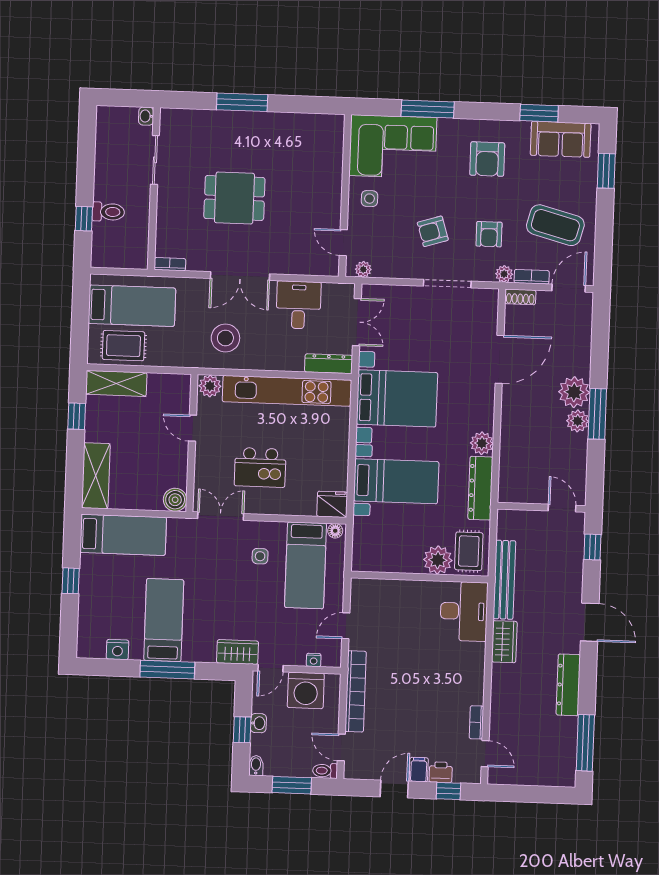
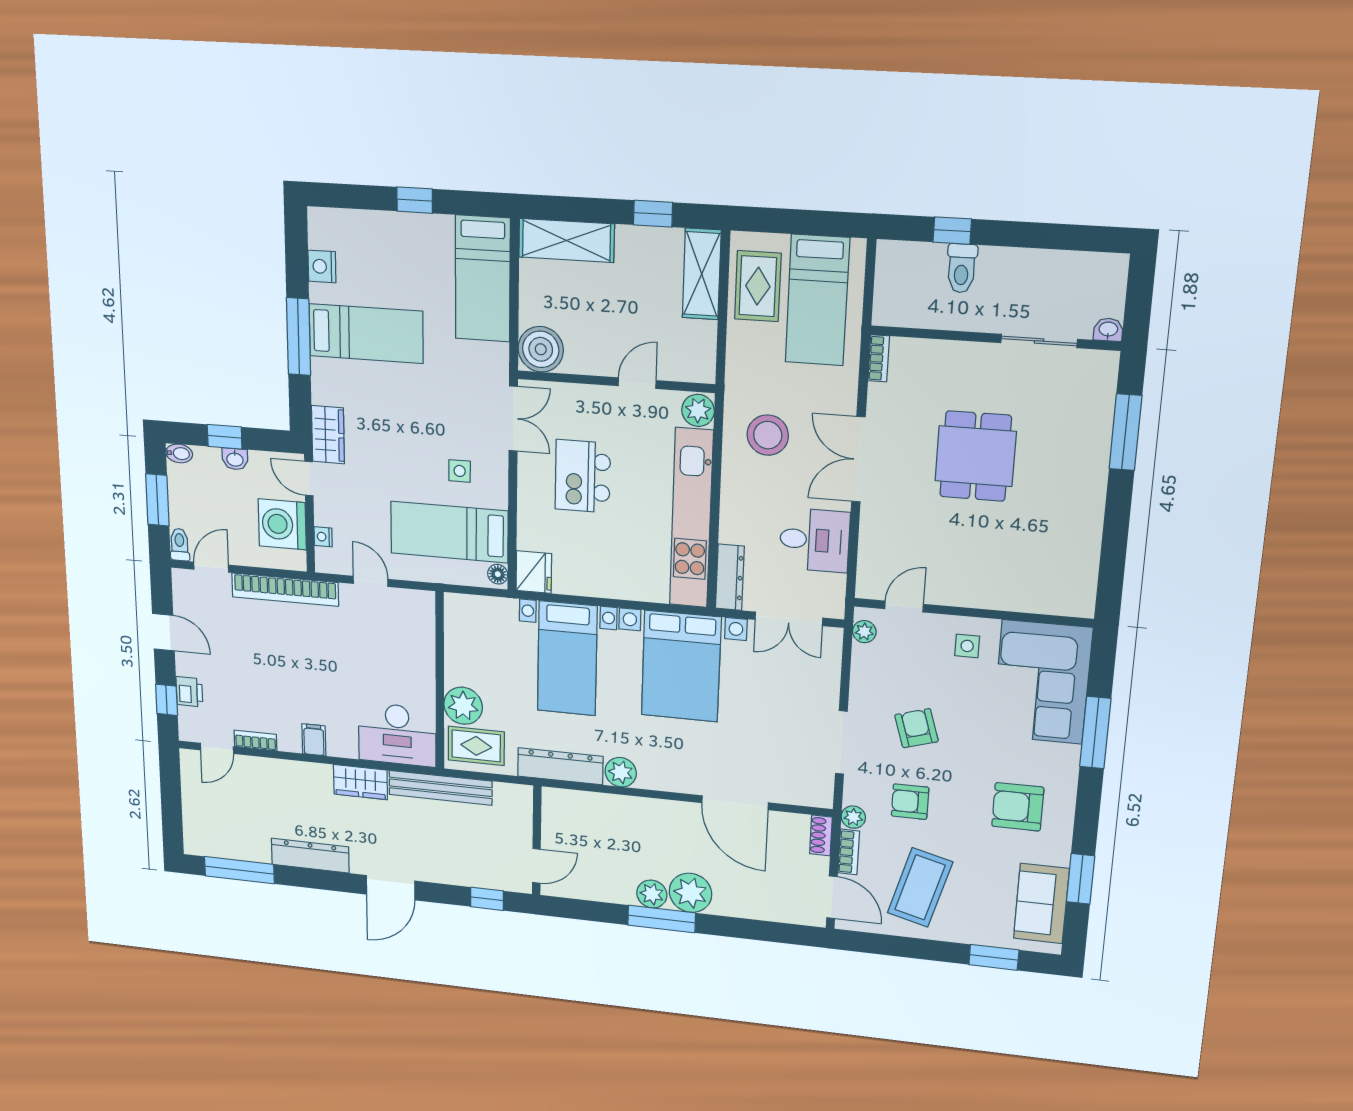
window: (242, 102) -> (1125, 432), moved
boiler: (175, 500) -> (541, 349), width x1.37, depth x1.37
filing cabinet: (419, 770) -> (314, 740), moved, turned -90

